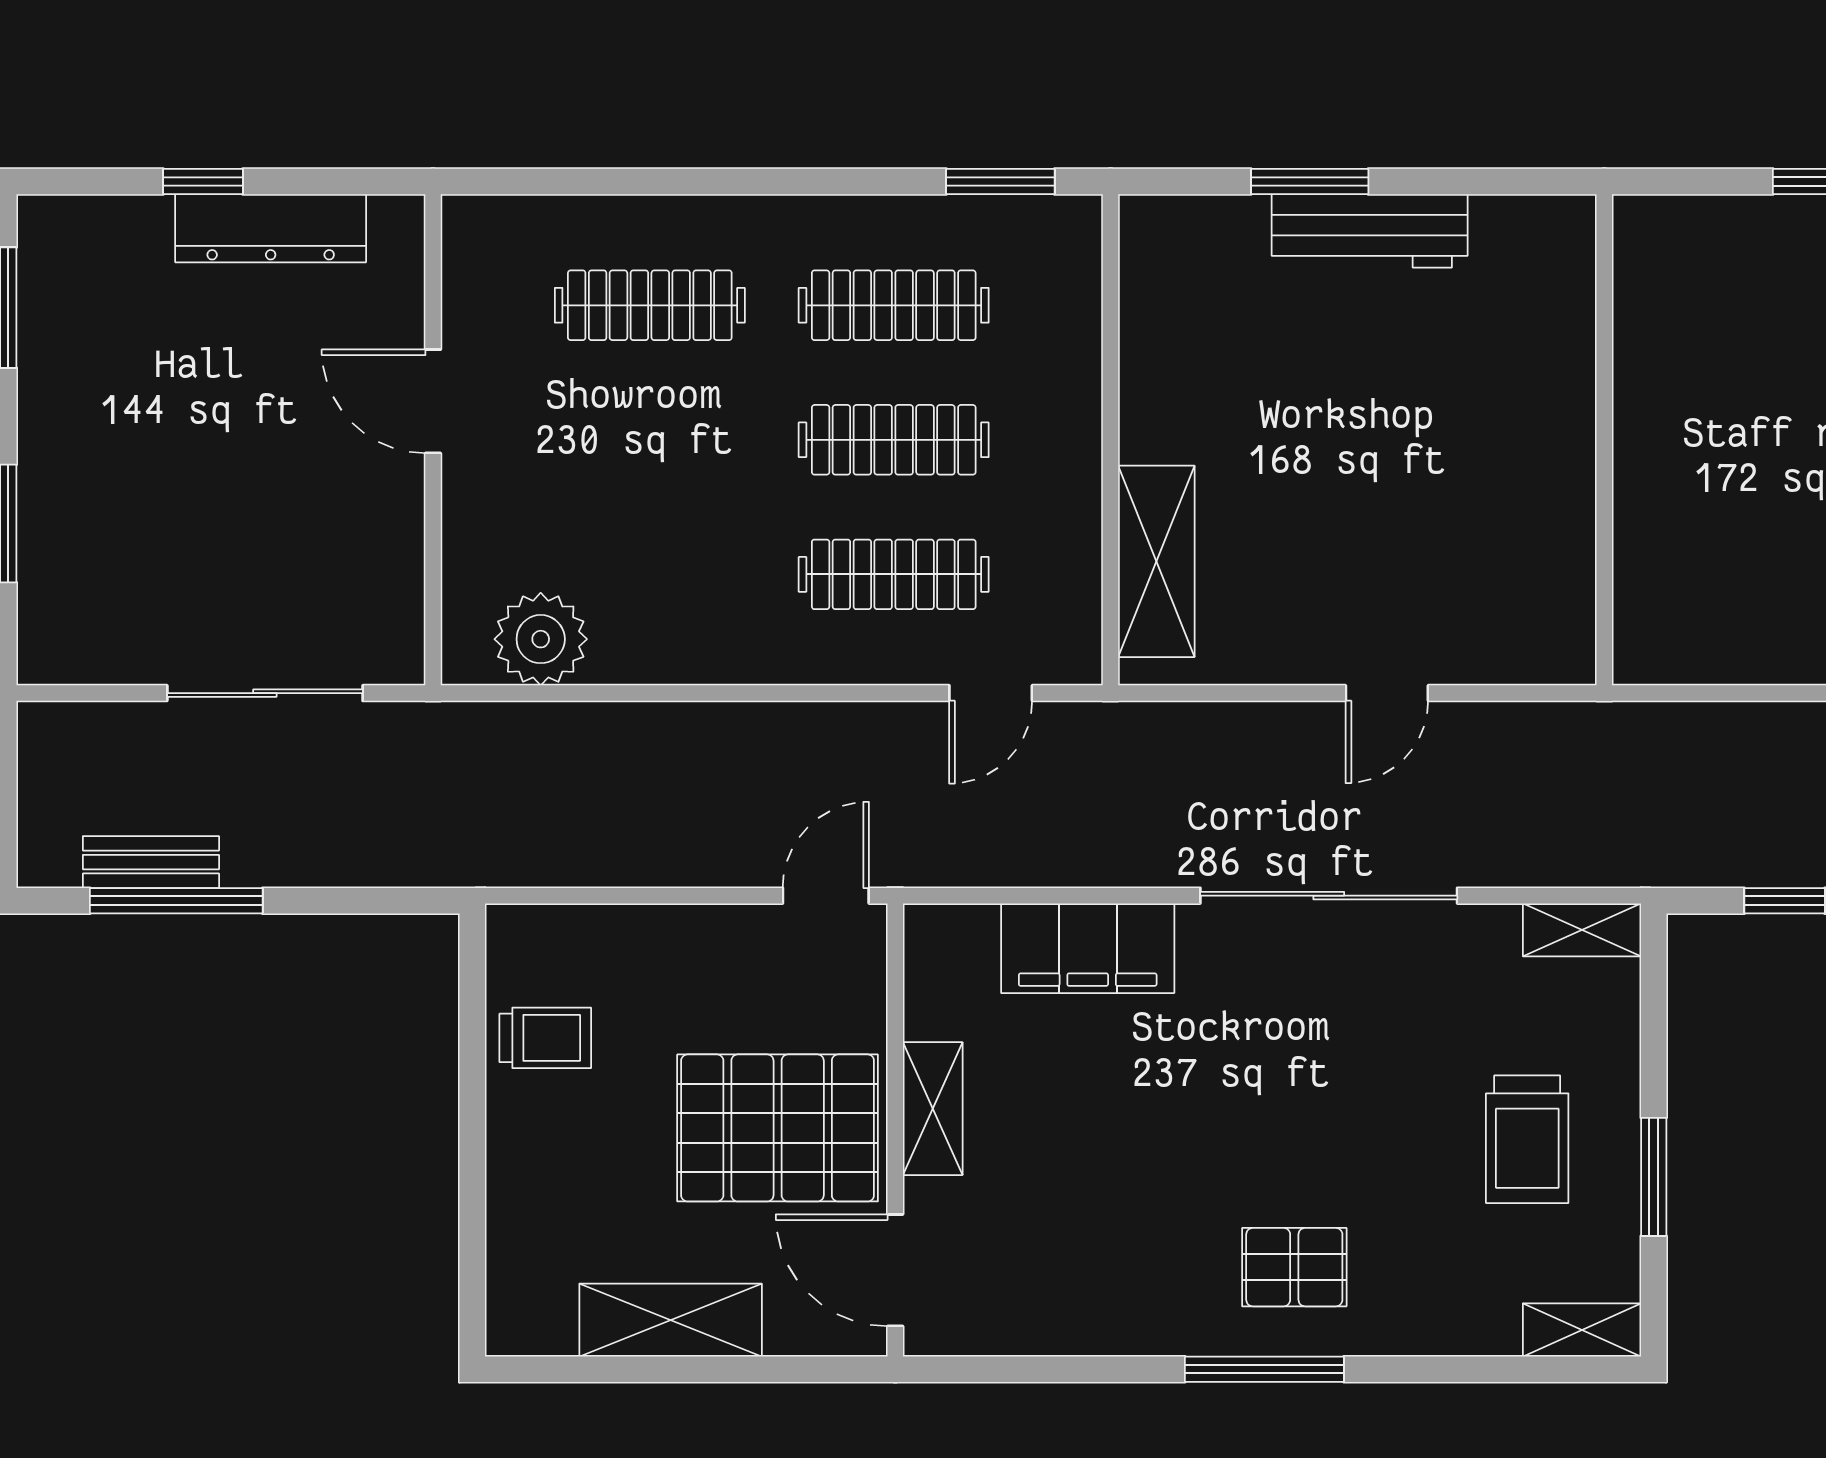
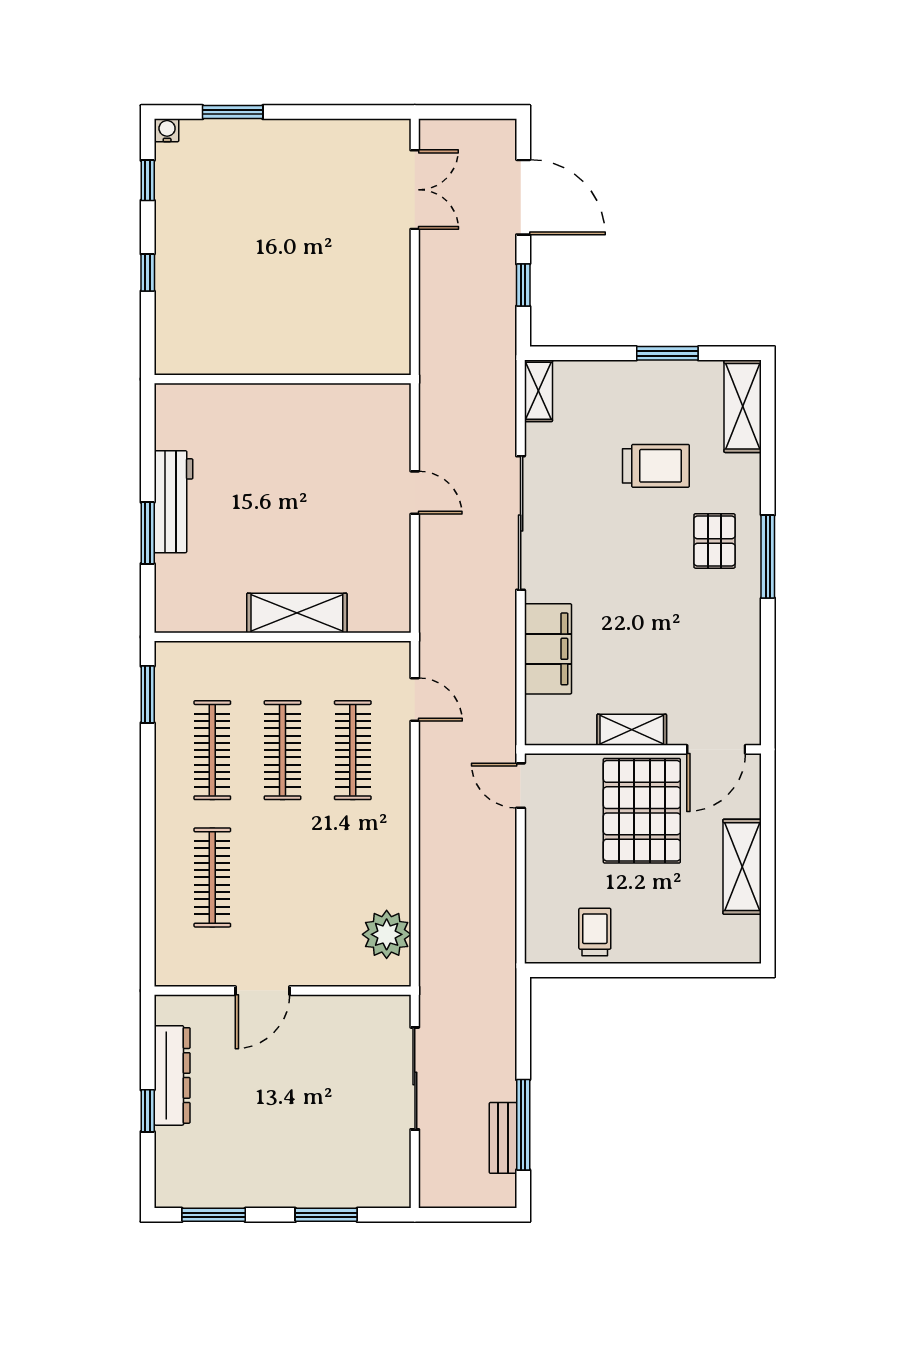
shelving: (1156, 561) -> (297, 613), moved
trolley: (1527, 1139) -> (656, 466), moved
shelving: (1582, 1330) -> (743, 406), width x1.50, depth x1.33

